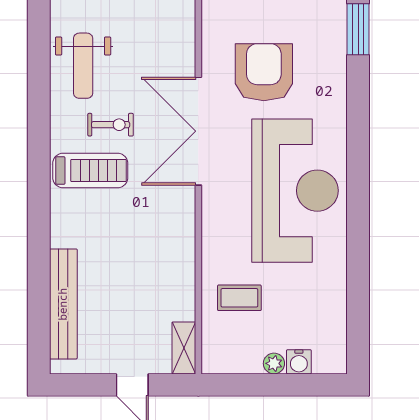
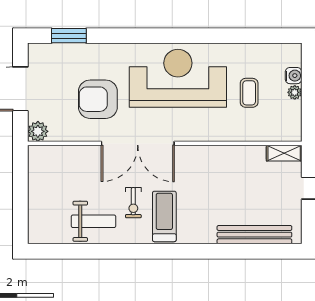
exercise bike: (111, 125) -> (133, 203), turned 180
coffee table: (239, 298) -> (249, 93), moved

